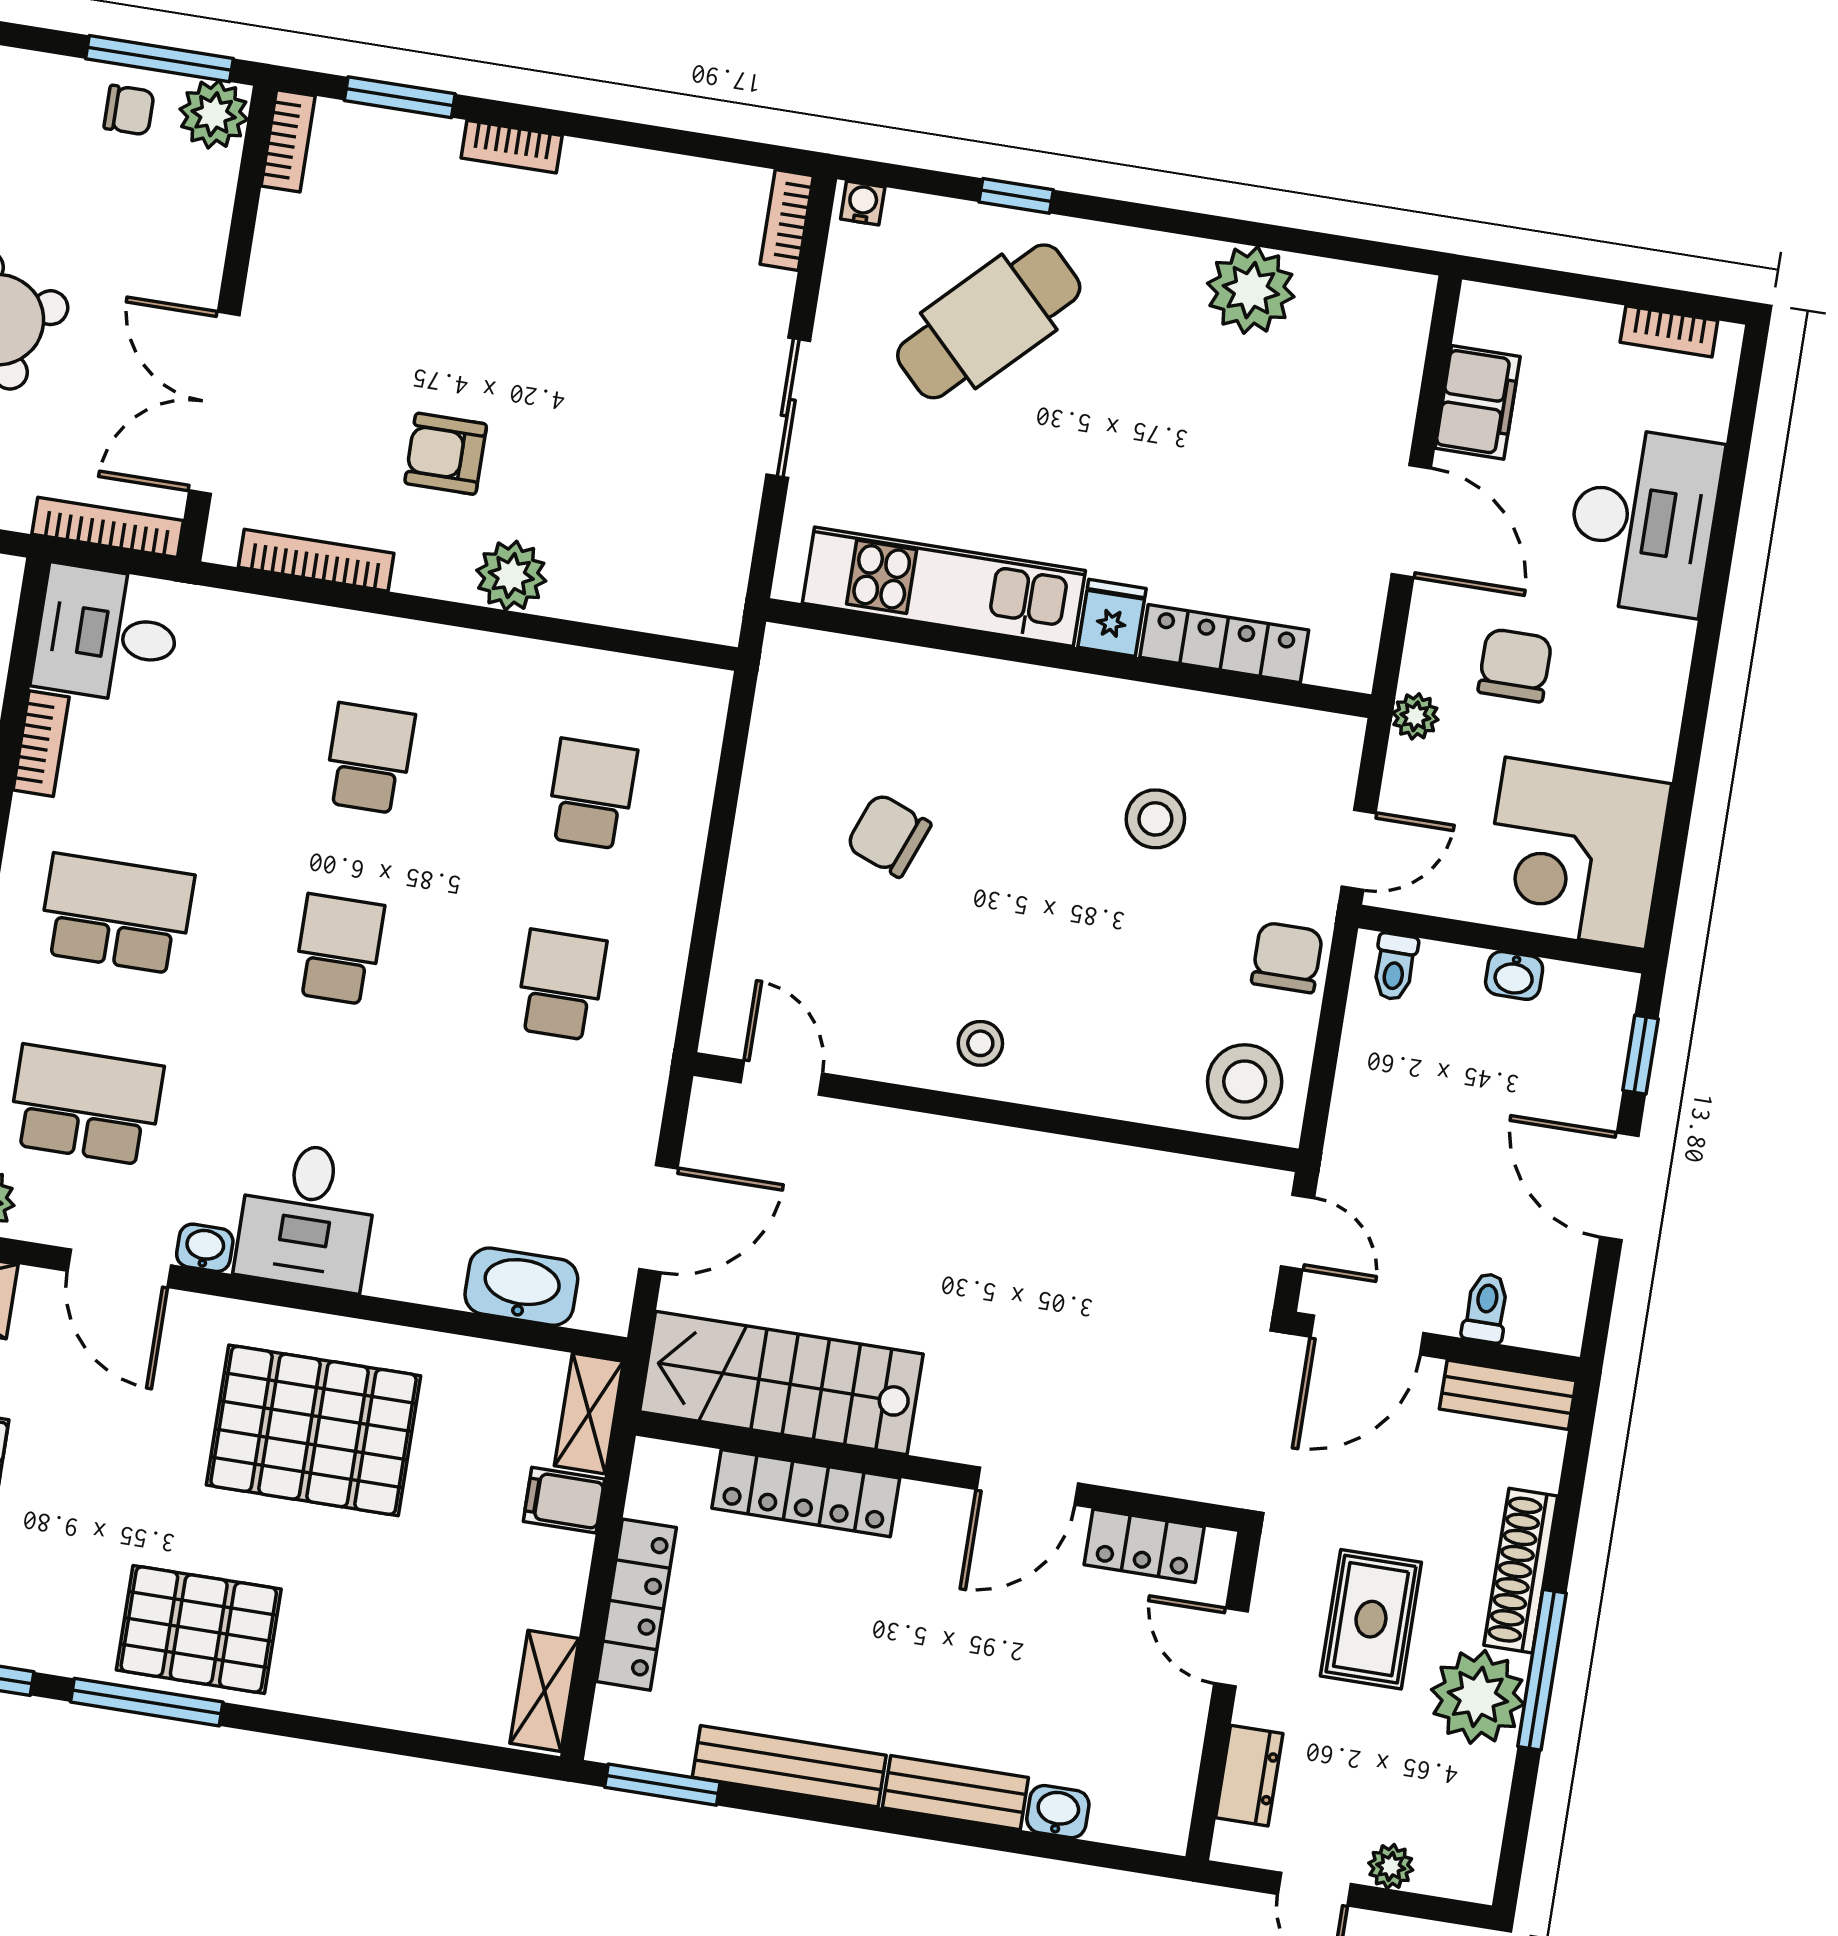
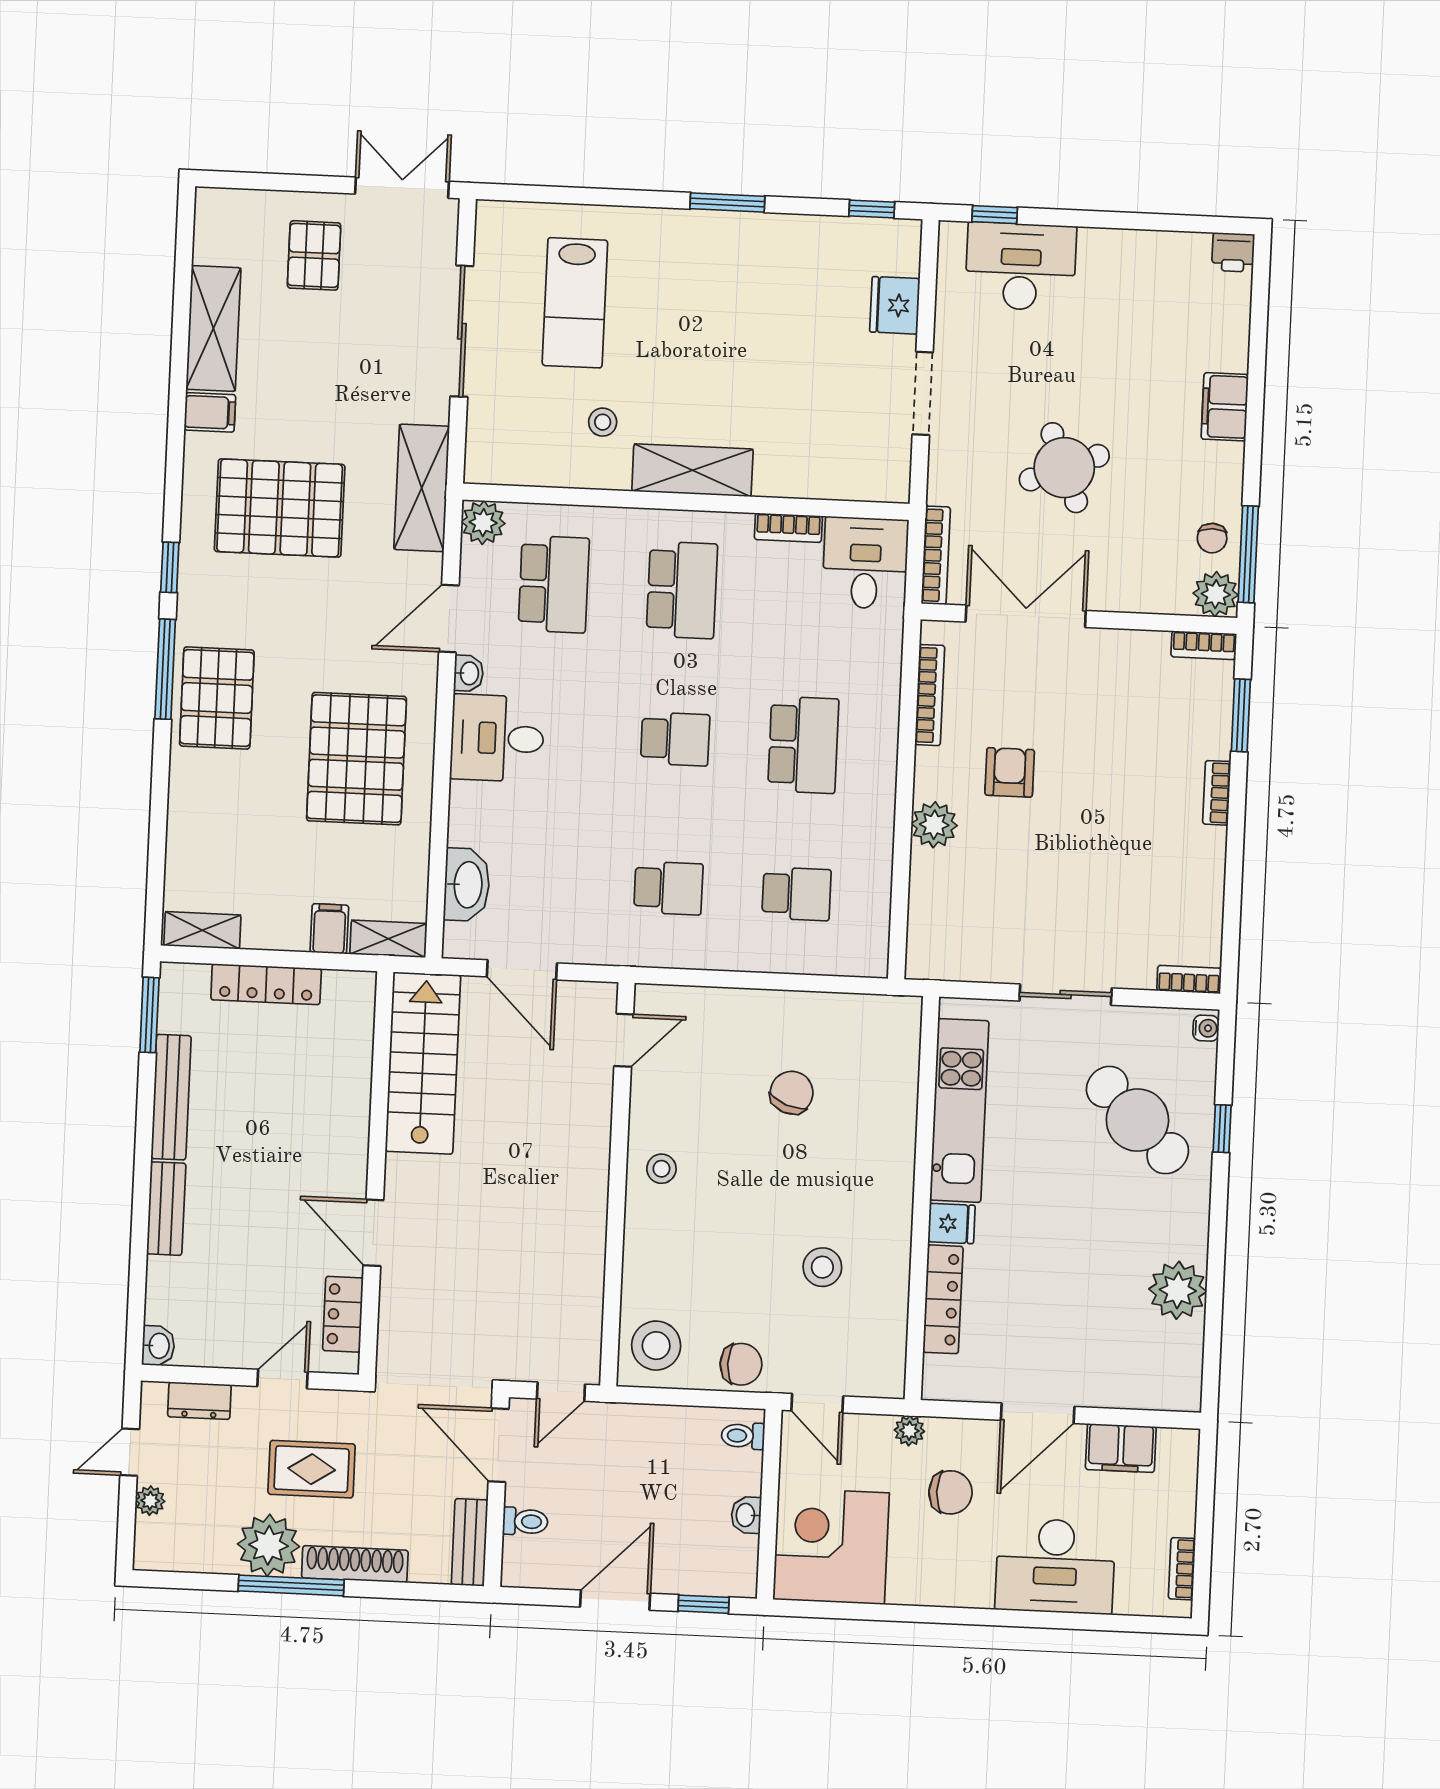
school desk: (369, 758) -> (803, 745), width x1.85
locker: (806, 1493) -> (352, 1087), removed
washbasin: (1058, 1812) -> (158, 1346), moved

